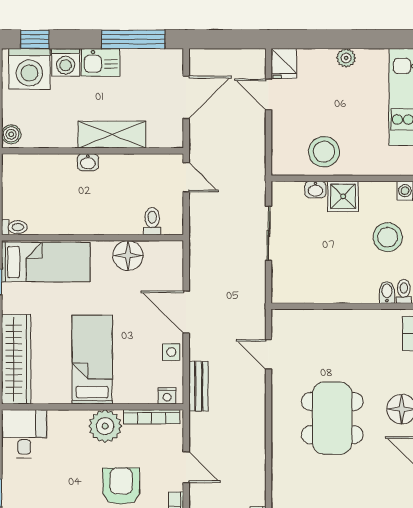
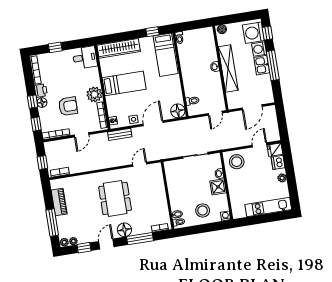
window: (133, 39) -> (273, 65), moved
dishwasher: (312, 61) -> (278, 162), added
door: (186, 97) -> (252, 107), hinge flipped
shelving: (112, 135) -> (228, 68), width x1.47
stool: (324, 152) -> (237, 162), moved
floor lamp: (128, 255) -> (178, 111), moved
dining table: (332, 418) -> (115, 198), turned 90

